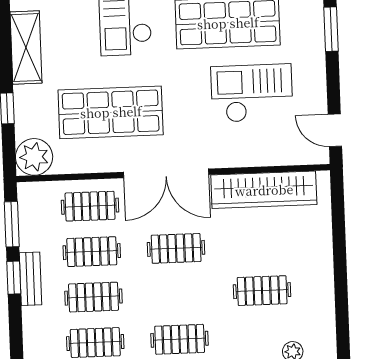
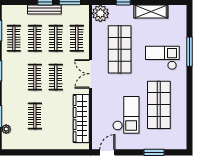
double door: (166, 173) -> (90, 74), width x0.73
bench: (30, 279) -> (44, 10), width x1.36
clothes rail: (180, 339) -> (35, 77), moved

